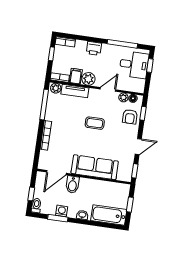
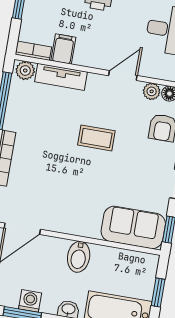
plant: (88, 79) -> (87, 55), removed
sofa: (95, 167) -> (133, 227), moved, width x0.73
bidet: (73, 185) -> (79, 257), moved

